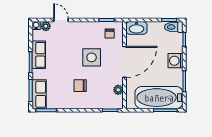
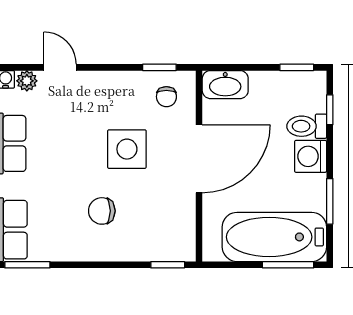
toilet: (174, 27) -> (307, 126), moved
plant: (118, 90) -> (185, 220), removed

